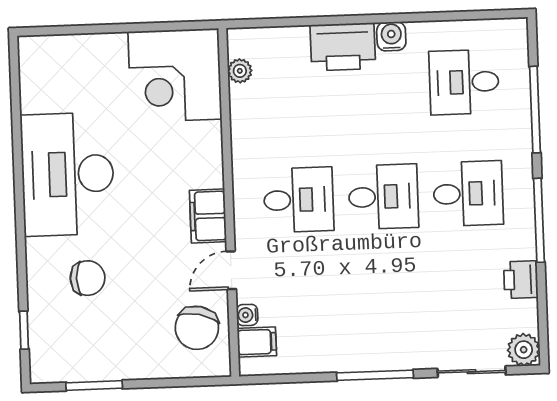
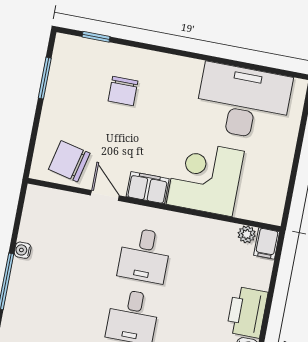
corner desk: (175, 75) -> (205, 178), moved
desk: (68, 174) -> (243, 102), moved
water cooler: (247, 315) -> (23, 250), moved, turned -90
filing cabinet: (257, 342) -> (267, 243), moved

